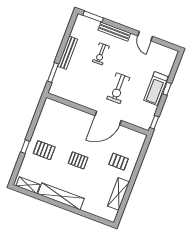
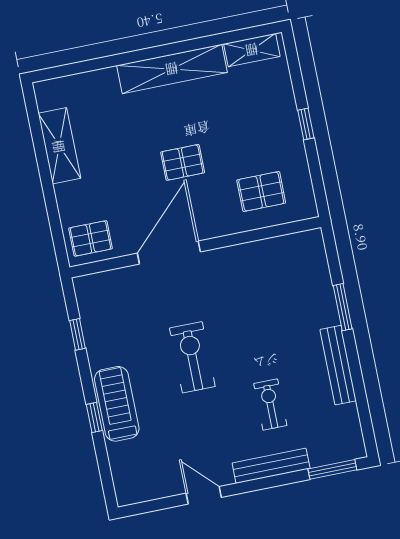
wall: (97, 114) -> (195, 247), moved
door: (108, 118) -> (169, 253), moved
pallet: (44, 150) -> (261, 191), moved
pallet: (119, 162) -> (91, 238), moved

